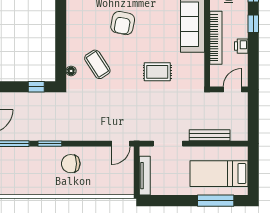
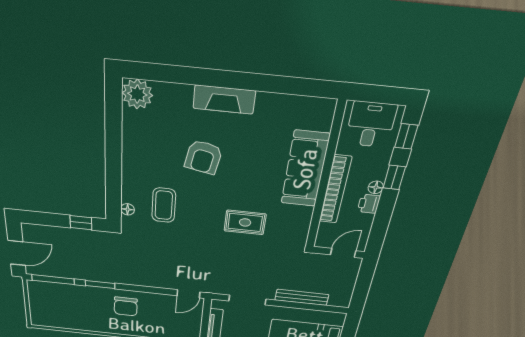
floor lamp: (243, 33) -> (376, 187), added
coffee table: (97, 64) -> (164, 205), turned 33
chair: (71, 164) -> (126, 306), turned -90

